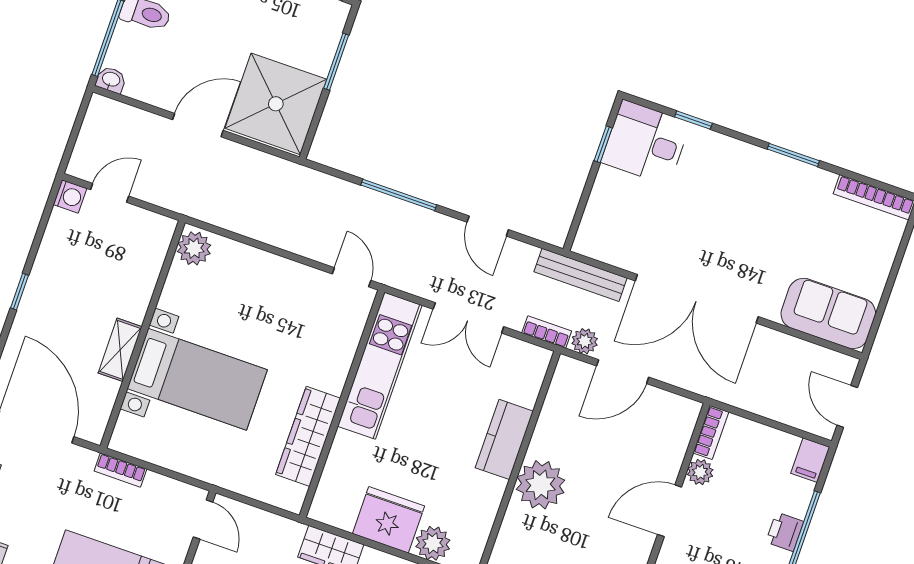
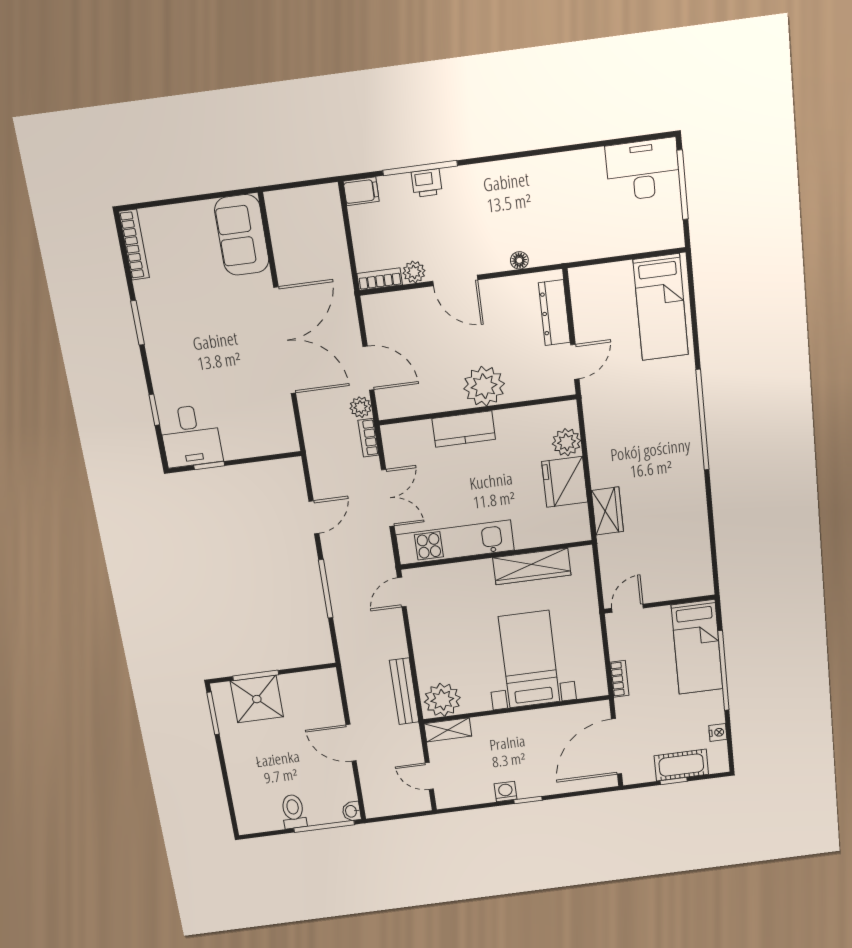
shower: (276, 104) -> (257, 699), moved, width x0.73, depth x0.73
washing machine: (70, 196) -> (506, 791), moved
plant: (194, 248) -> (442, 700), width x1.36, depth x1.36
bench: (580, 275) -> (404, 691), moved
shelving: (120, 350) -> (448, 730), moved
door: (847, 406) -> (305, 183), removed

